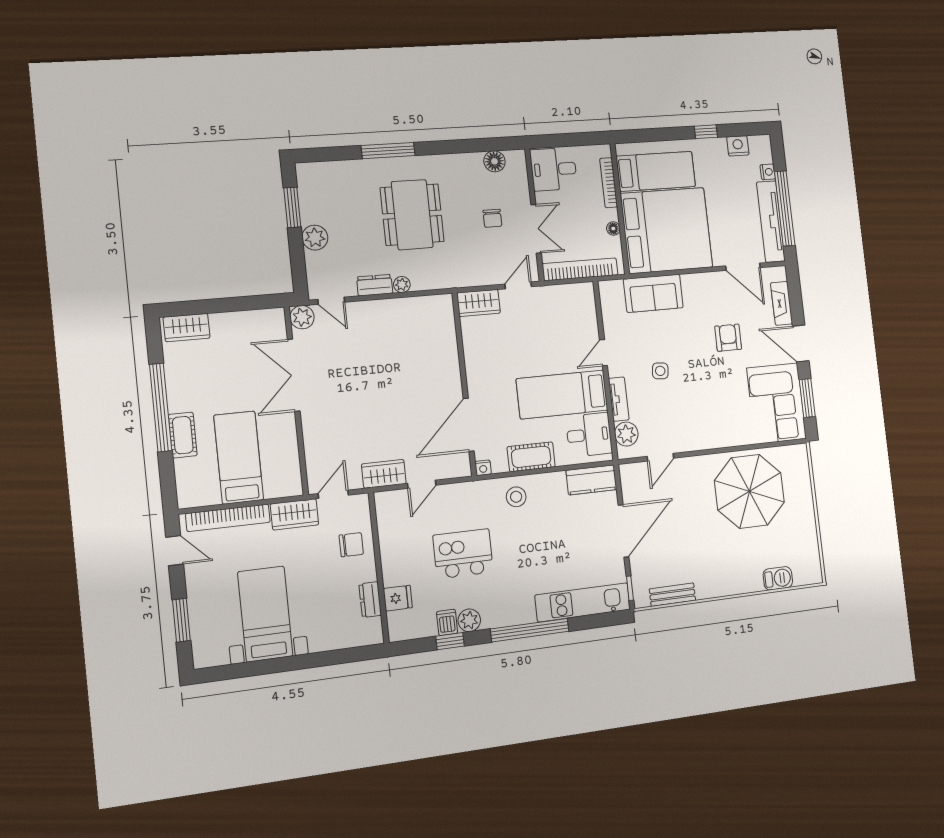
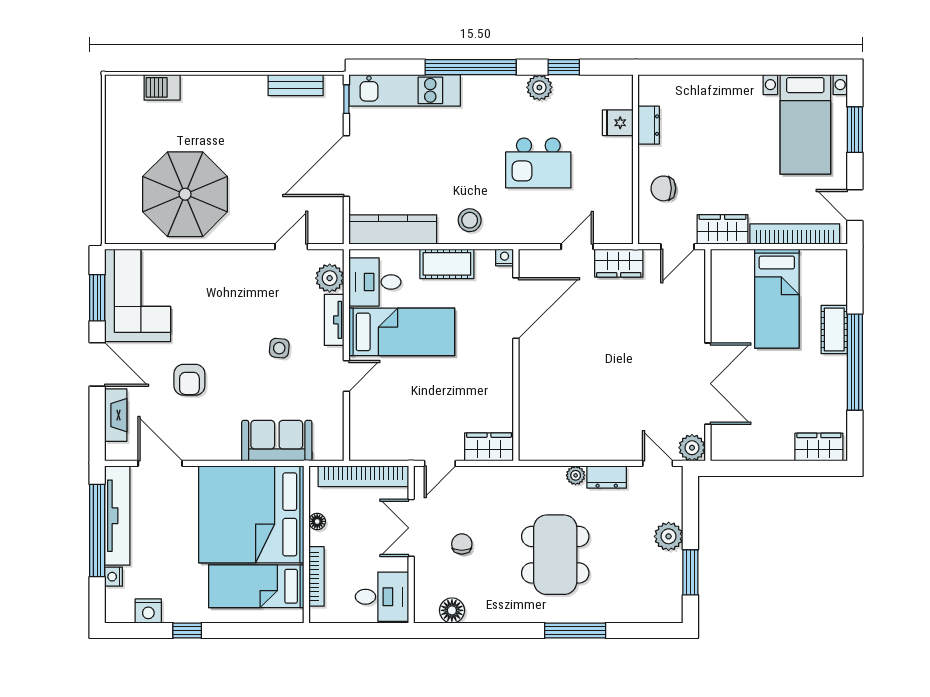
kitchen counter: (591, 480) -> (393, 229), width x1.50
bed with nightstands: (265, 614) -> (805, 124), moved
dishwasher: (447, 622) -> (565, 88), removed

